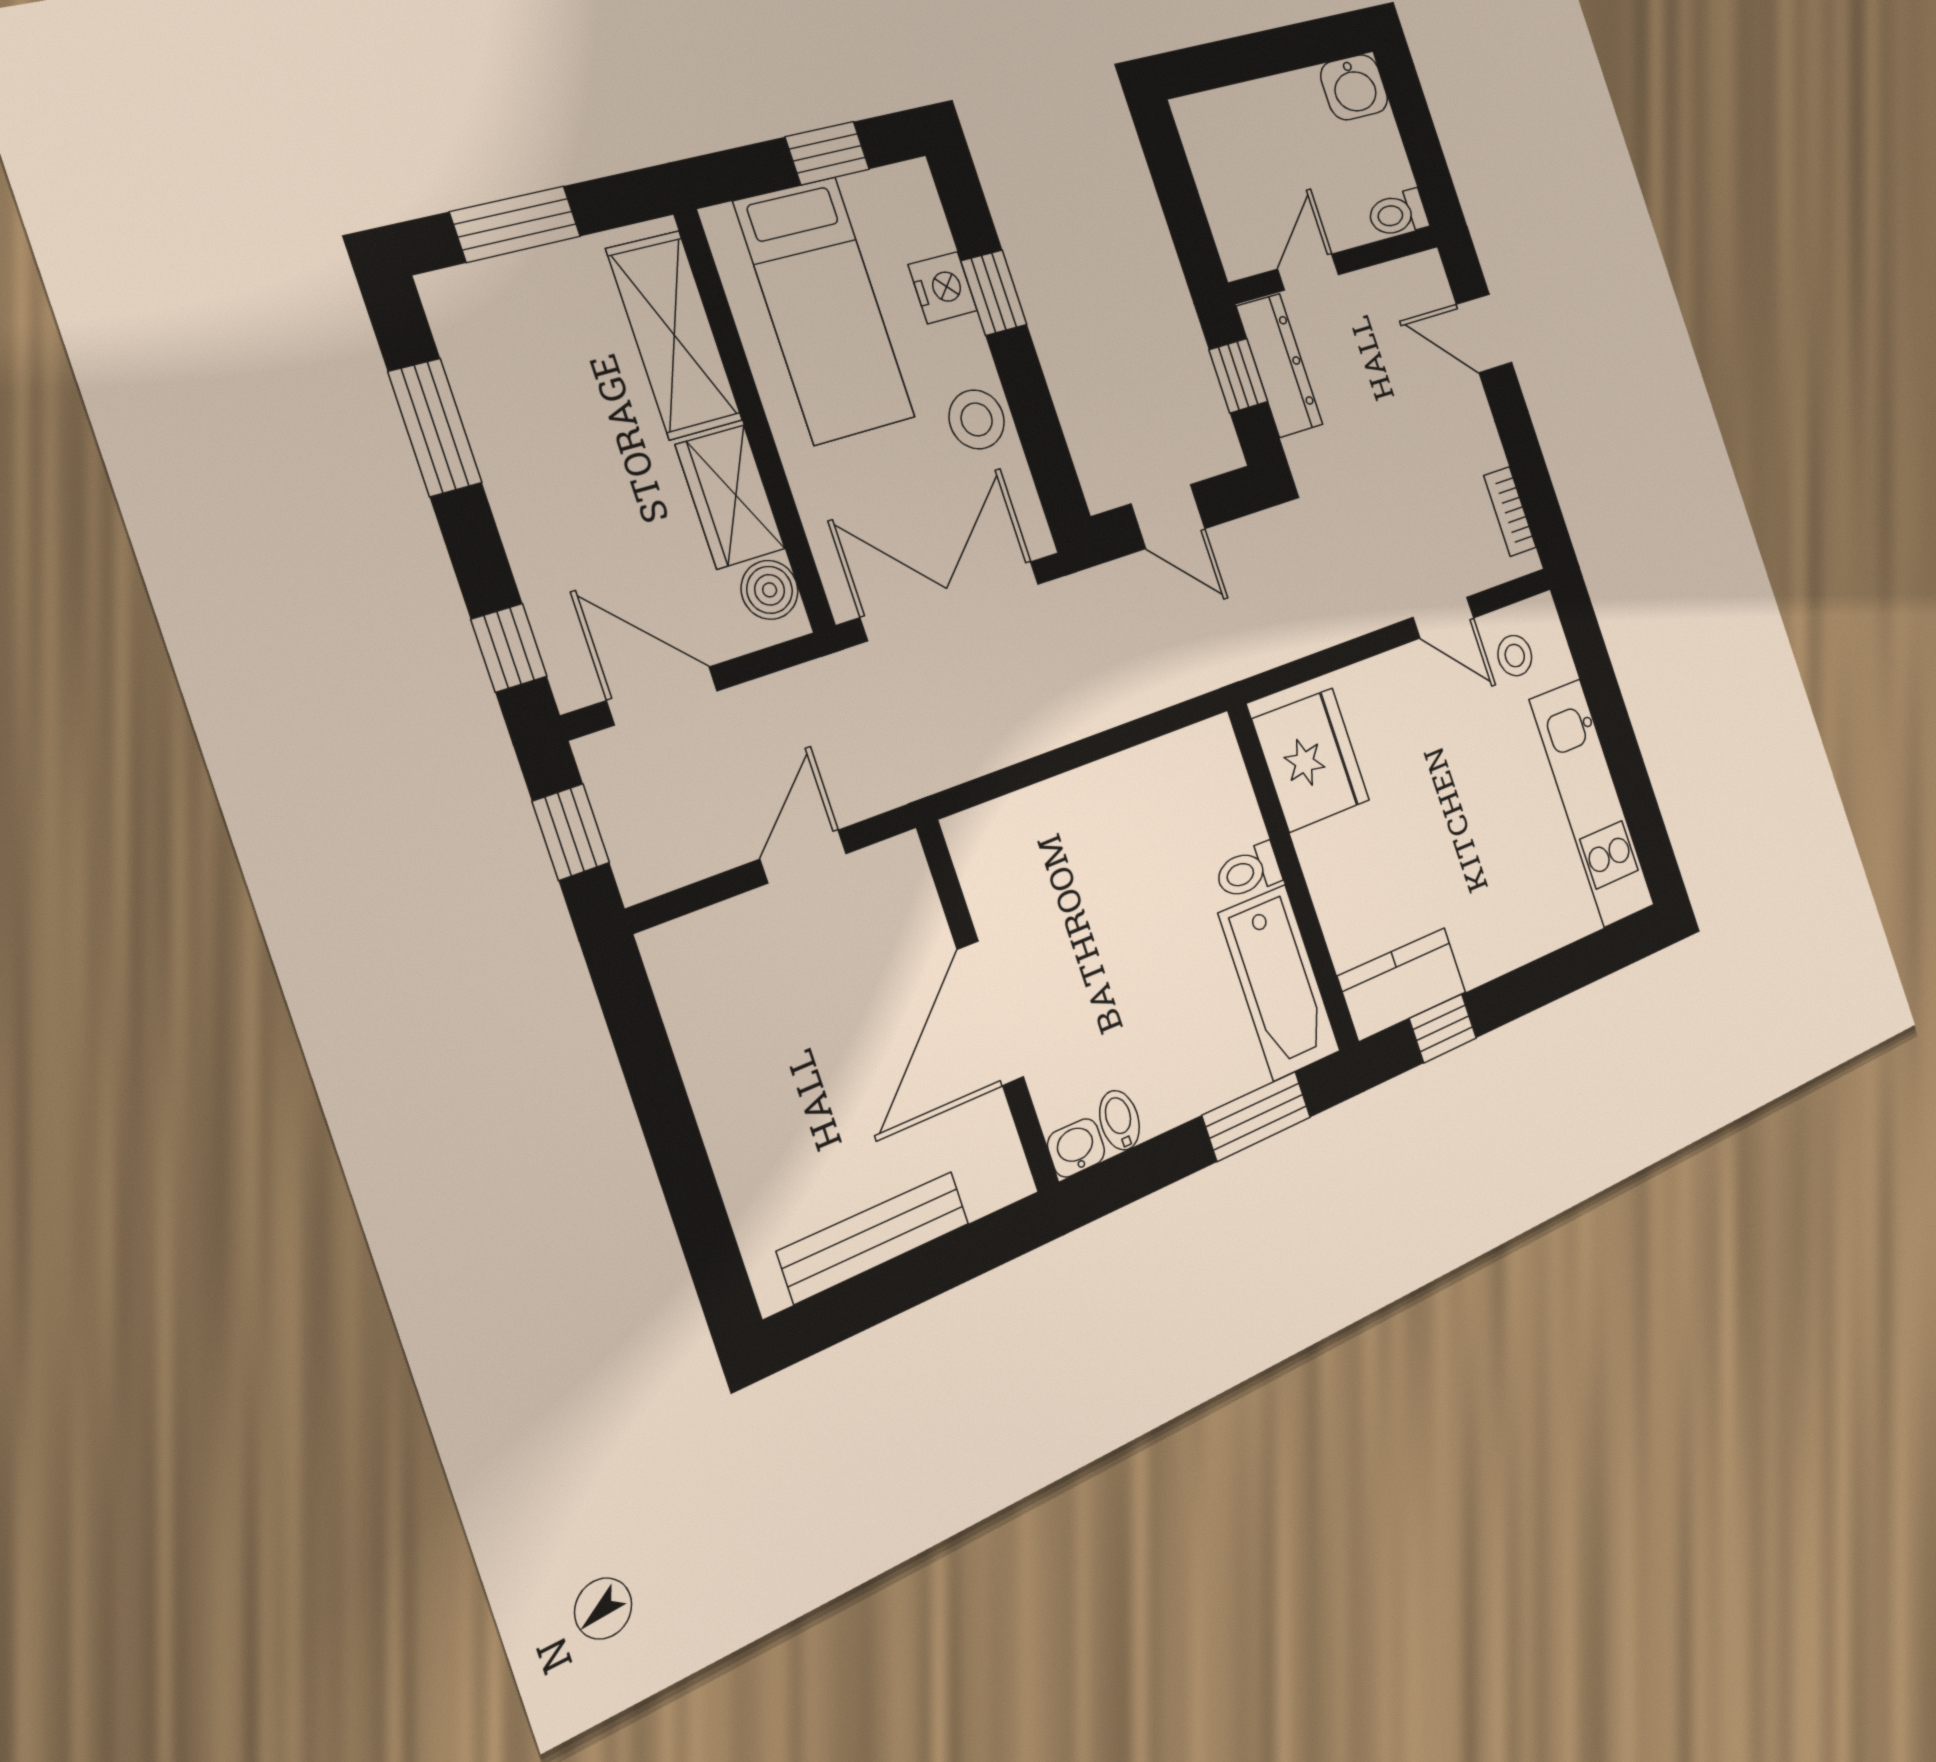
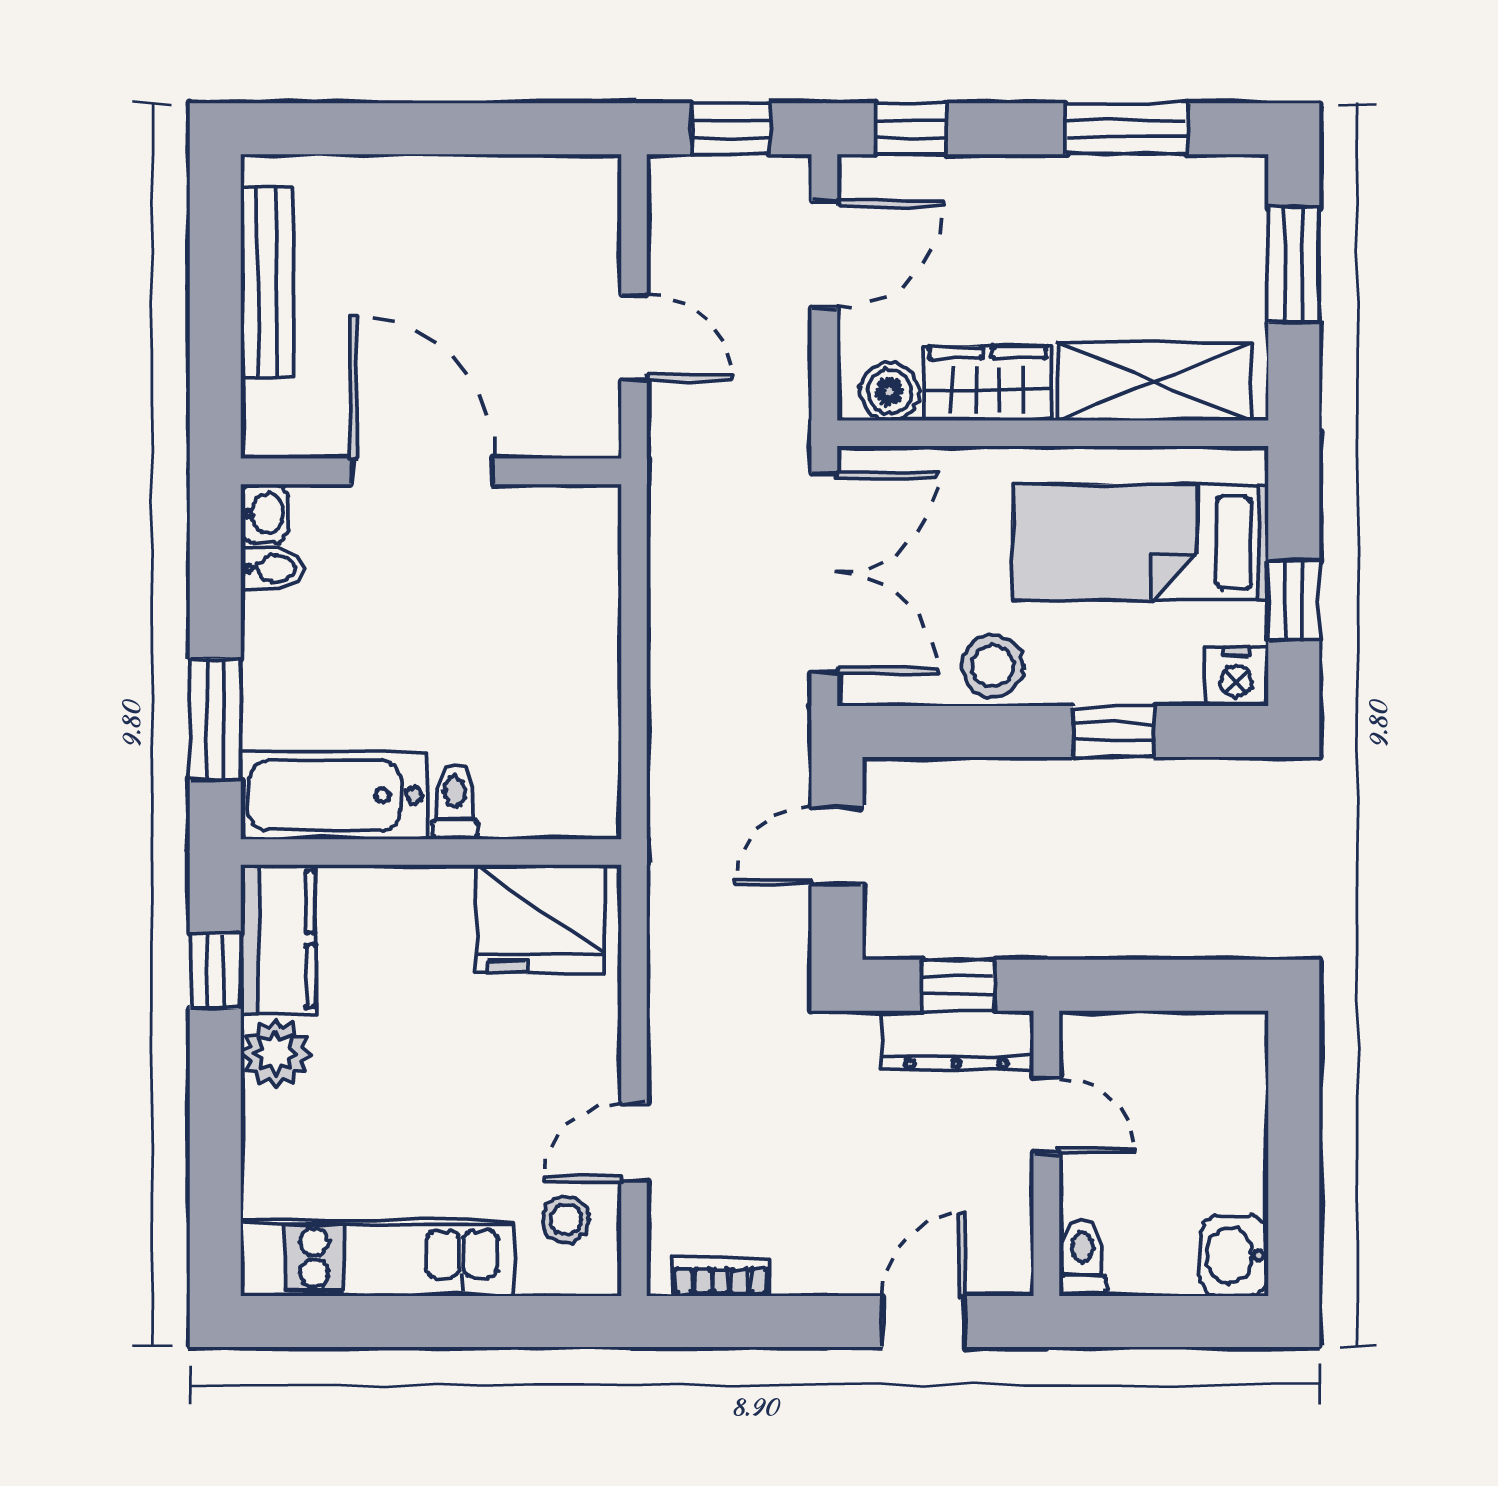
nightstand: (943, 288) -> (1236, 677), moved
plant: (1483, 950) -> (276, 1053), added

